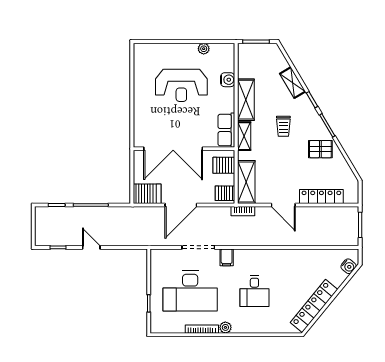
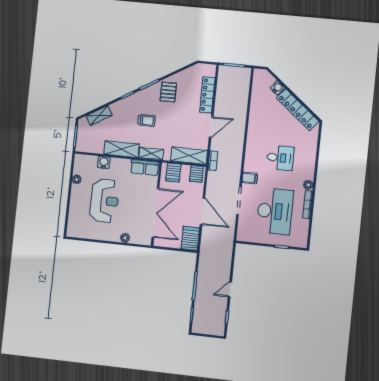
shelving: (293, 83) -> (99, 116), moved
plant: (139, 115) -> (125, 238), added
water cooler: (348, 266) -> (277, 88), moved

